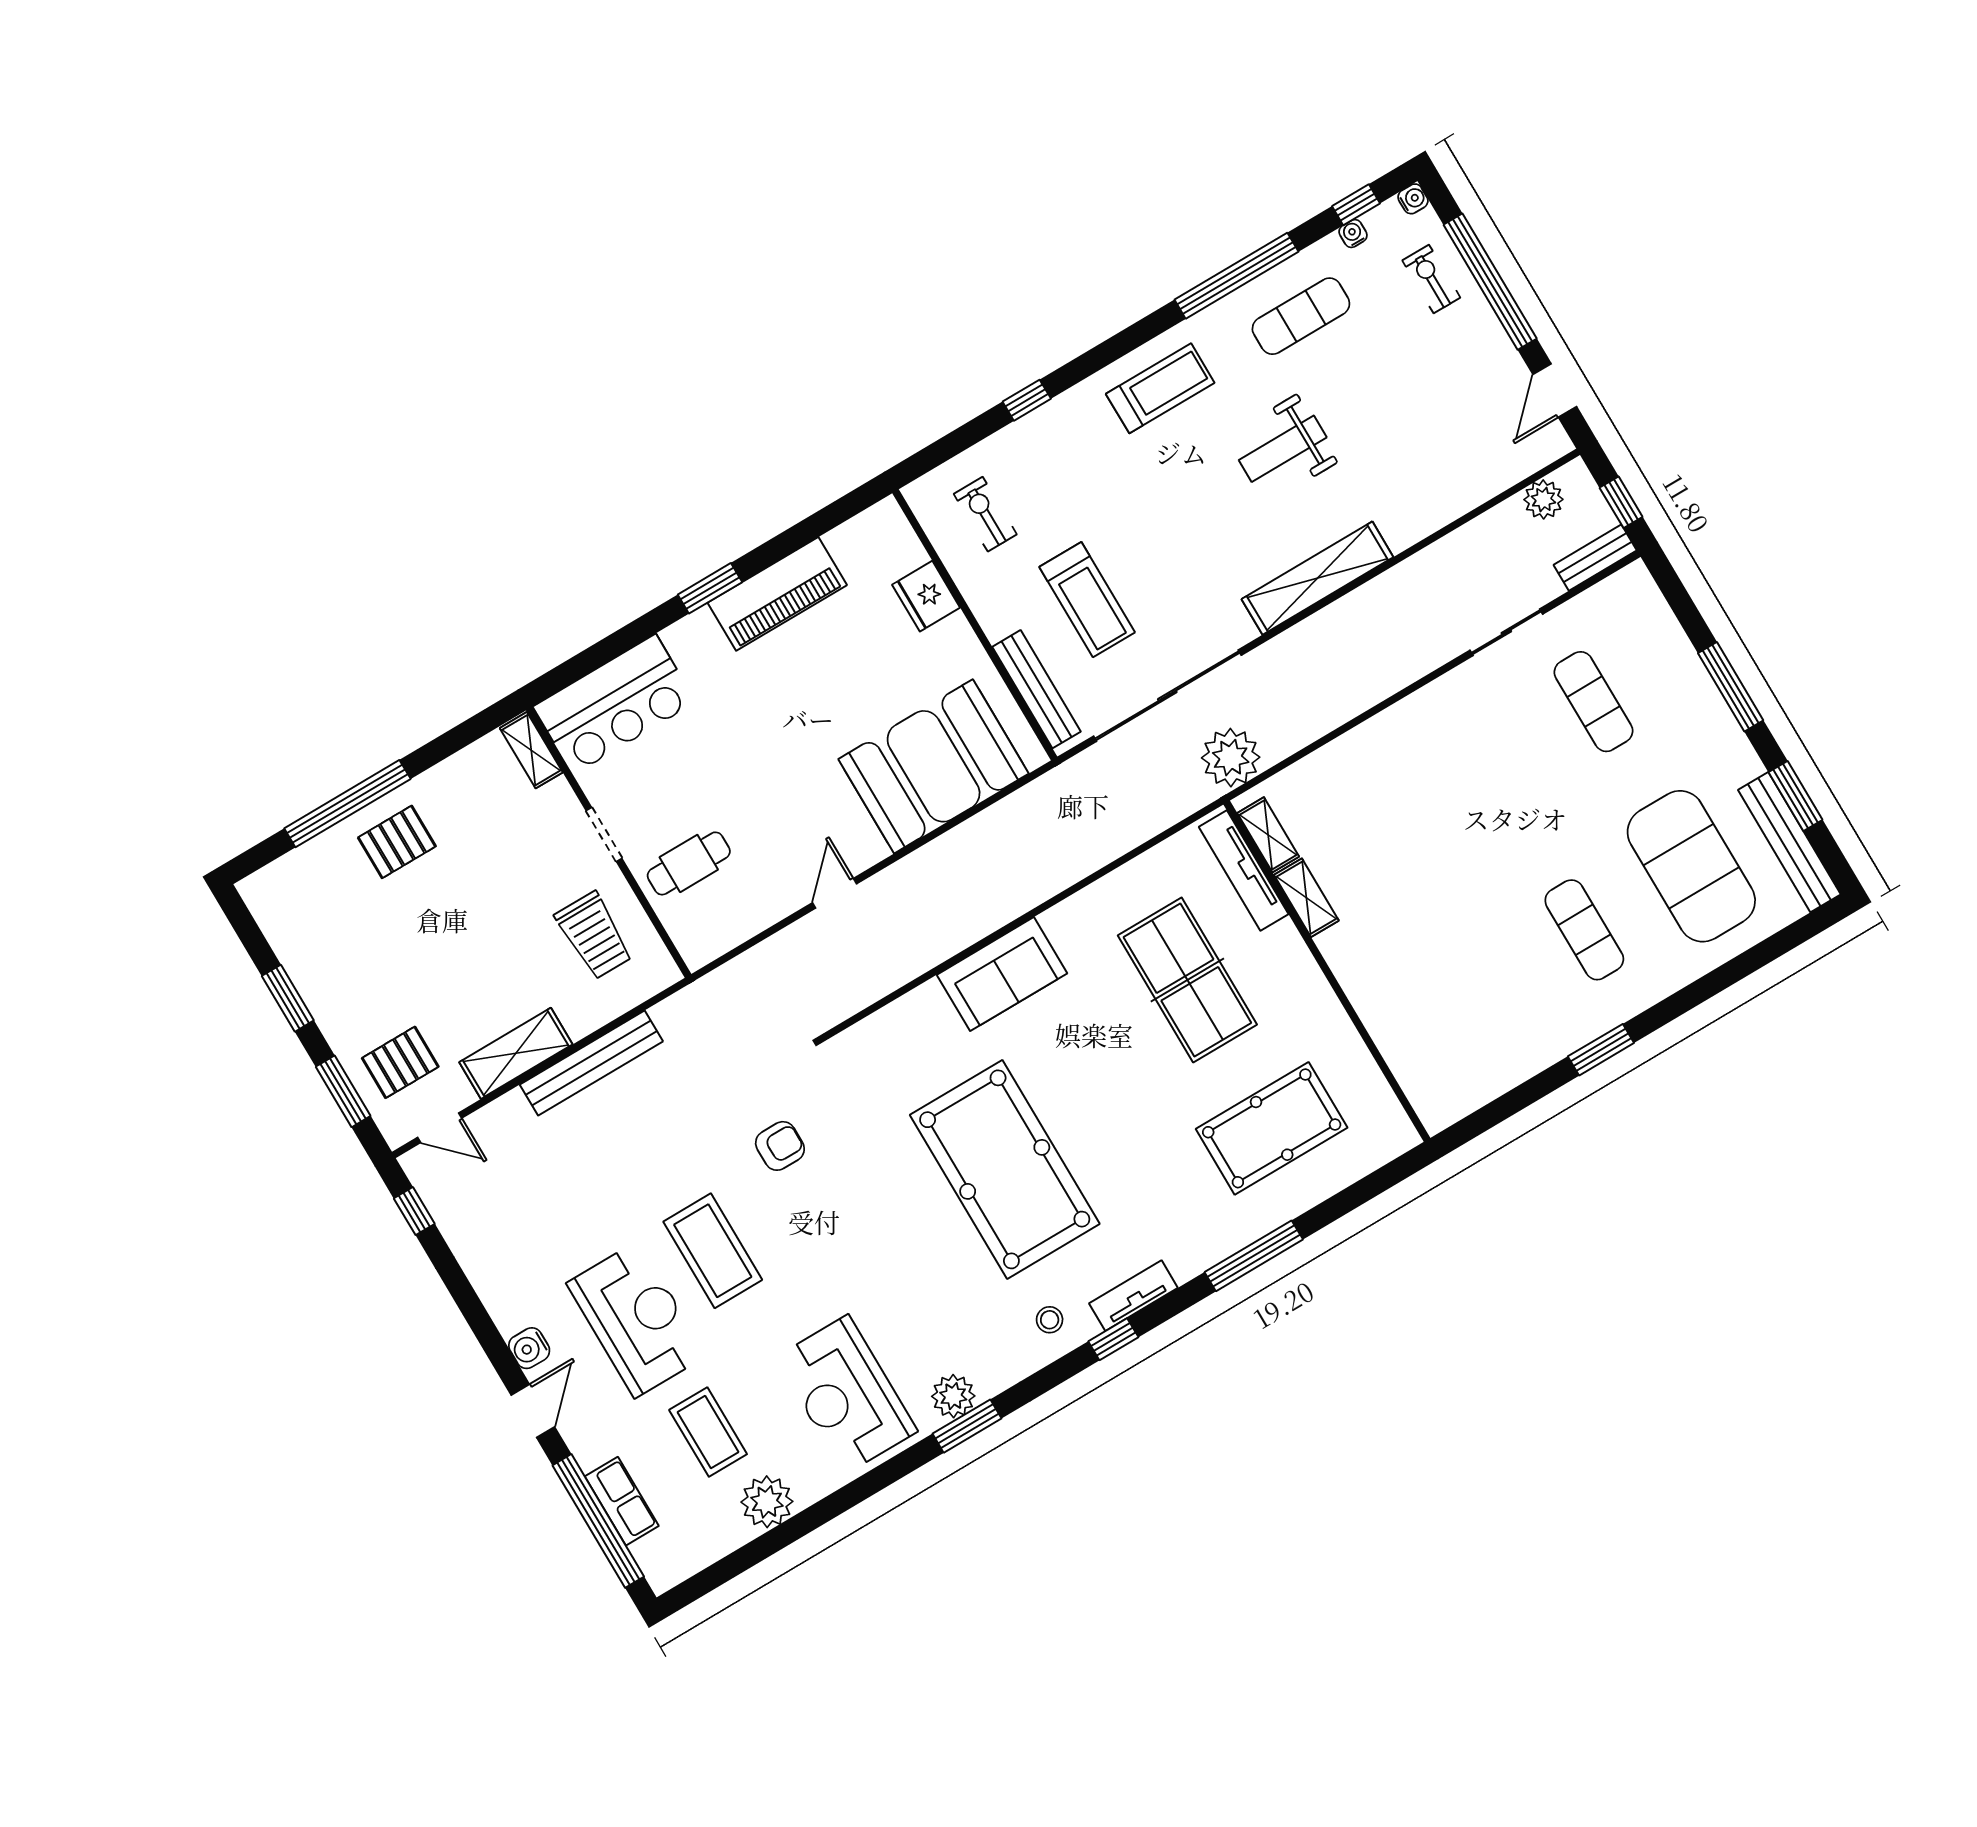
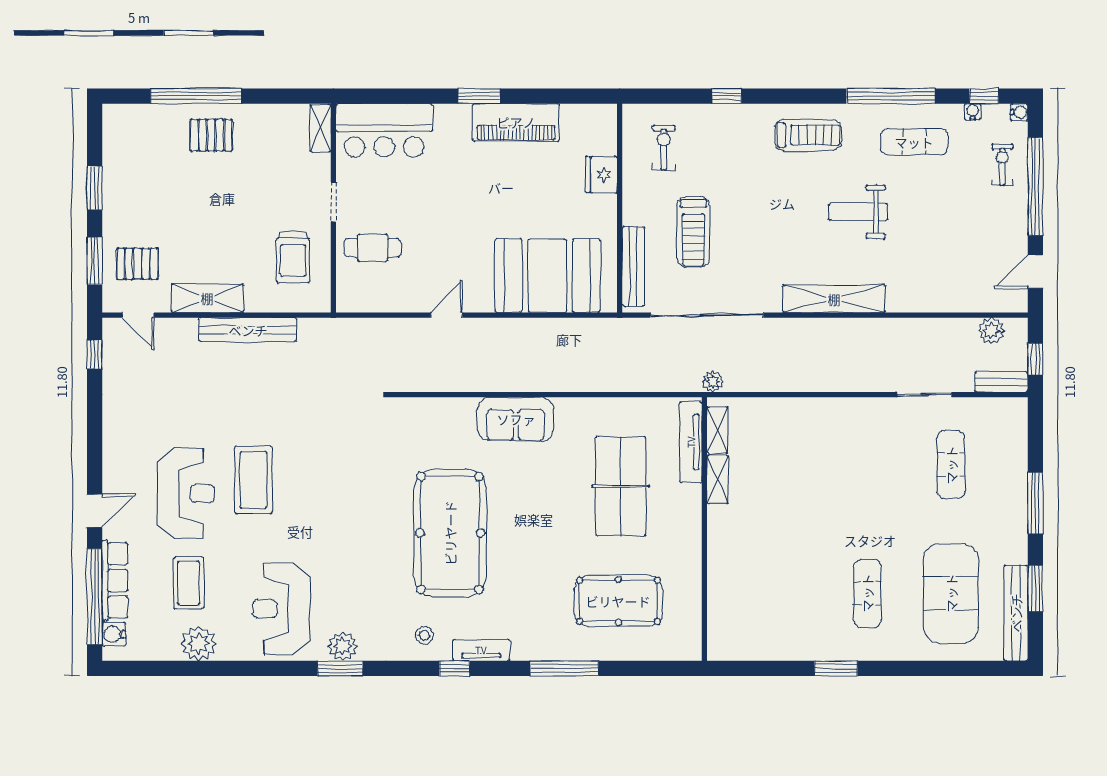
plant: (1231, 758) -> (713, 382), width x0.53, depth x0.53
armchair: (780, 1146) -> (328, 442), removed
water cooler: (529, 1348) -> (114, 634), moved
row of seats: (622, 1501) -> (115, 580), width x1.48

